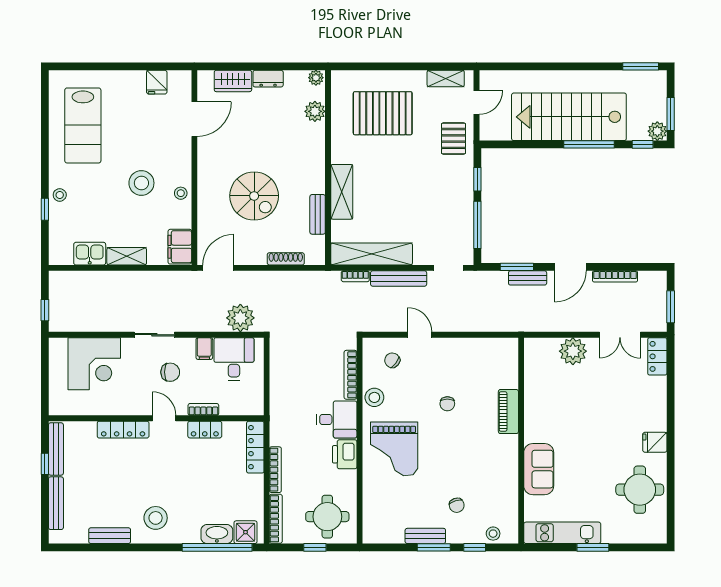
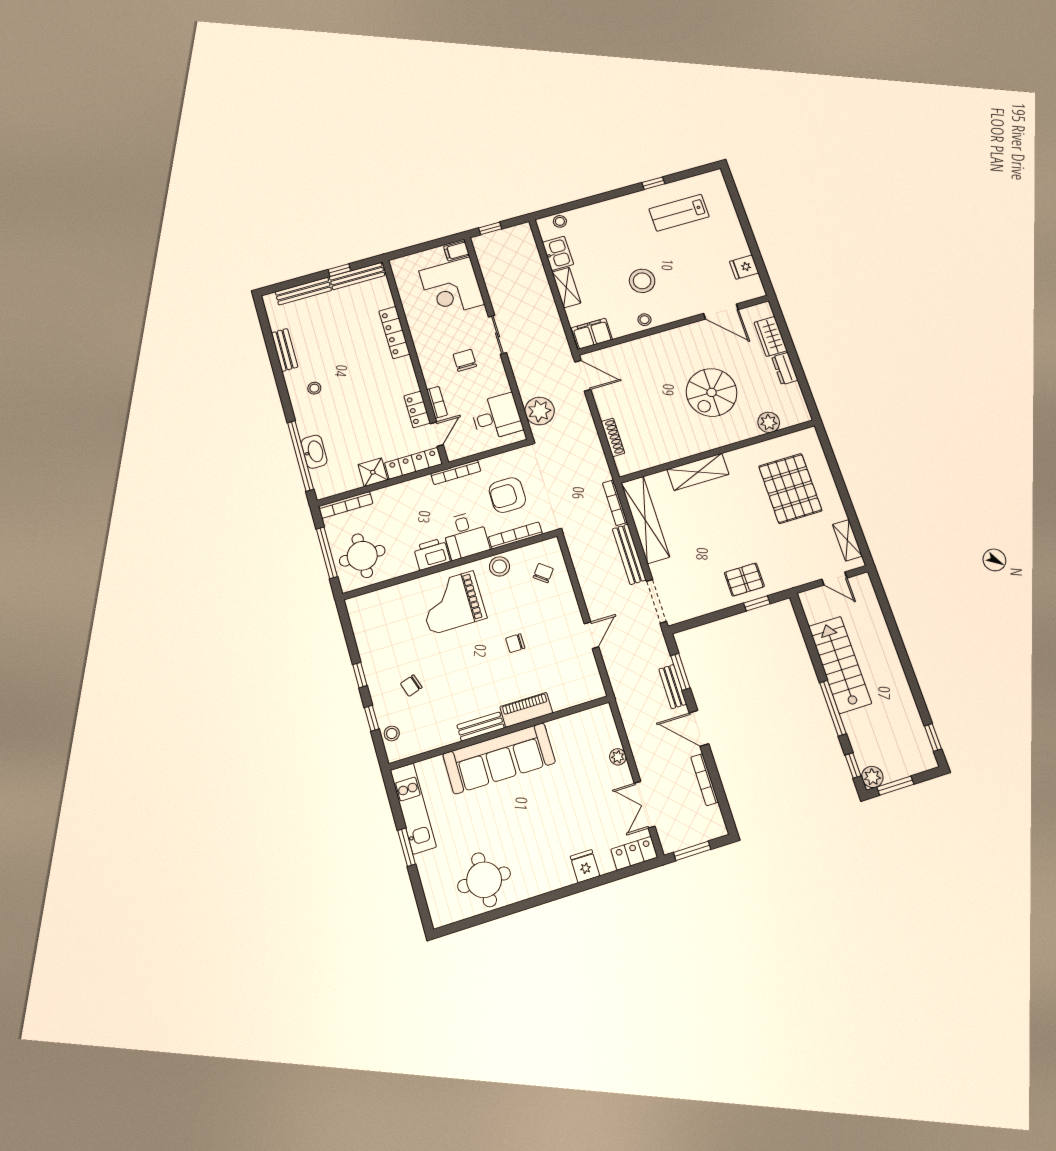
window: (641, 66) -> (933, 737), width x0.67
plant: (316, 78) -> (802, 414), removed
stairs: (569, 117) -> (840, 665), width x0.73, depth x0.66
lab bench: (83, 125) -> (679, 213), width x0.73, depth x0.72
pallet: (453, 138) -> (744, 580), moved
stool: (60, 195) -> (560, 221), moved
spiral stairs: (254, 196) -> (712, 392), moved
window: (45, 209) -> (653, 183), moved
bench: (318, 214) -> (667, 455), removed
window: (477, 225) -> (710, 618), removed
doorway: (448, 268) -> (656, 601), width x1.38
bookcase: (355, 276) -> (615, 503), width x1.56
door: (420, 335) -> (591, 635), moved
filing cabinet: (204, 349) -> (457, 251), moved
plant: (573, 351) -> (618, 757), width x0.53, depth x0.53
armchair: (311, 371) -> (507, 495), added
chair: (170, 372) -> (465, 360), turned 180
door: (164, 418) -> (437, 434), moved
fridge: (655, 442) -> (585, 866), moved
sofa: (539, 469) -> (499, 758), width x1.85, depth x1.27
bookcase: (275, 470) -> (456, 472), moved
stool: (156, 518) -> (314, 388), width x0.53, depth x0.53
shower: (246, 532) -> (373, 472), moved
bench: (425, 536) -> (481, 726), moved, turned 90
window: (315, 547) -> (327, 553), width x2.17
window: (434, 547) -> (360, 675), width x0.67

